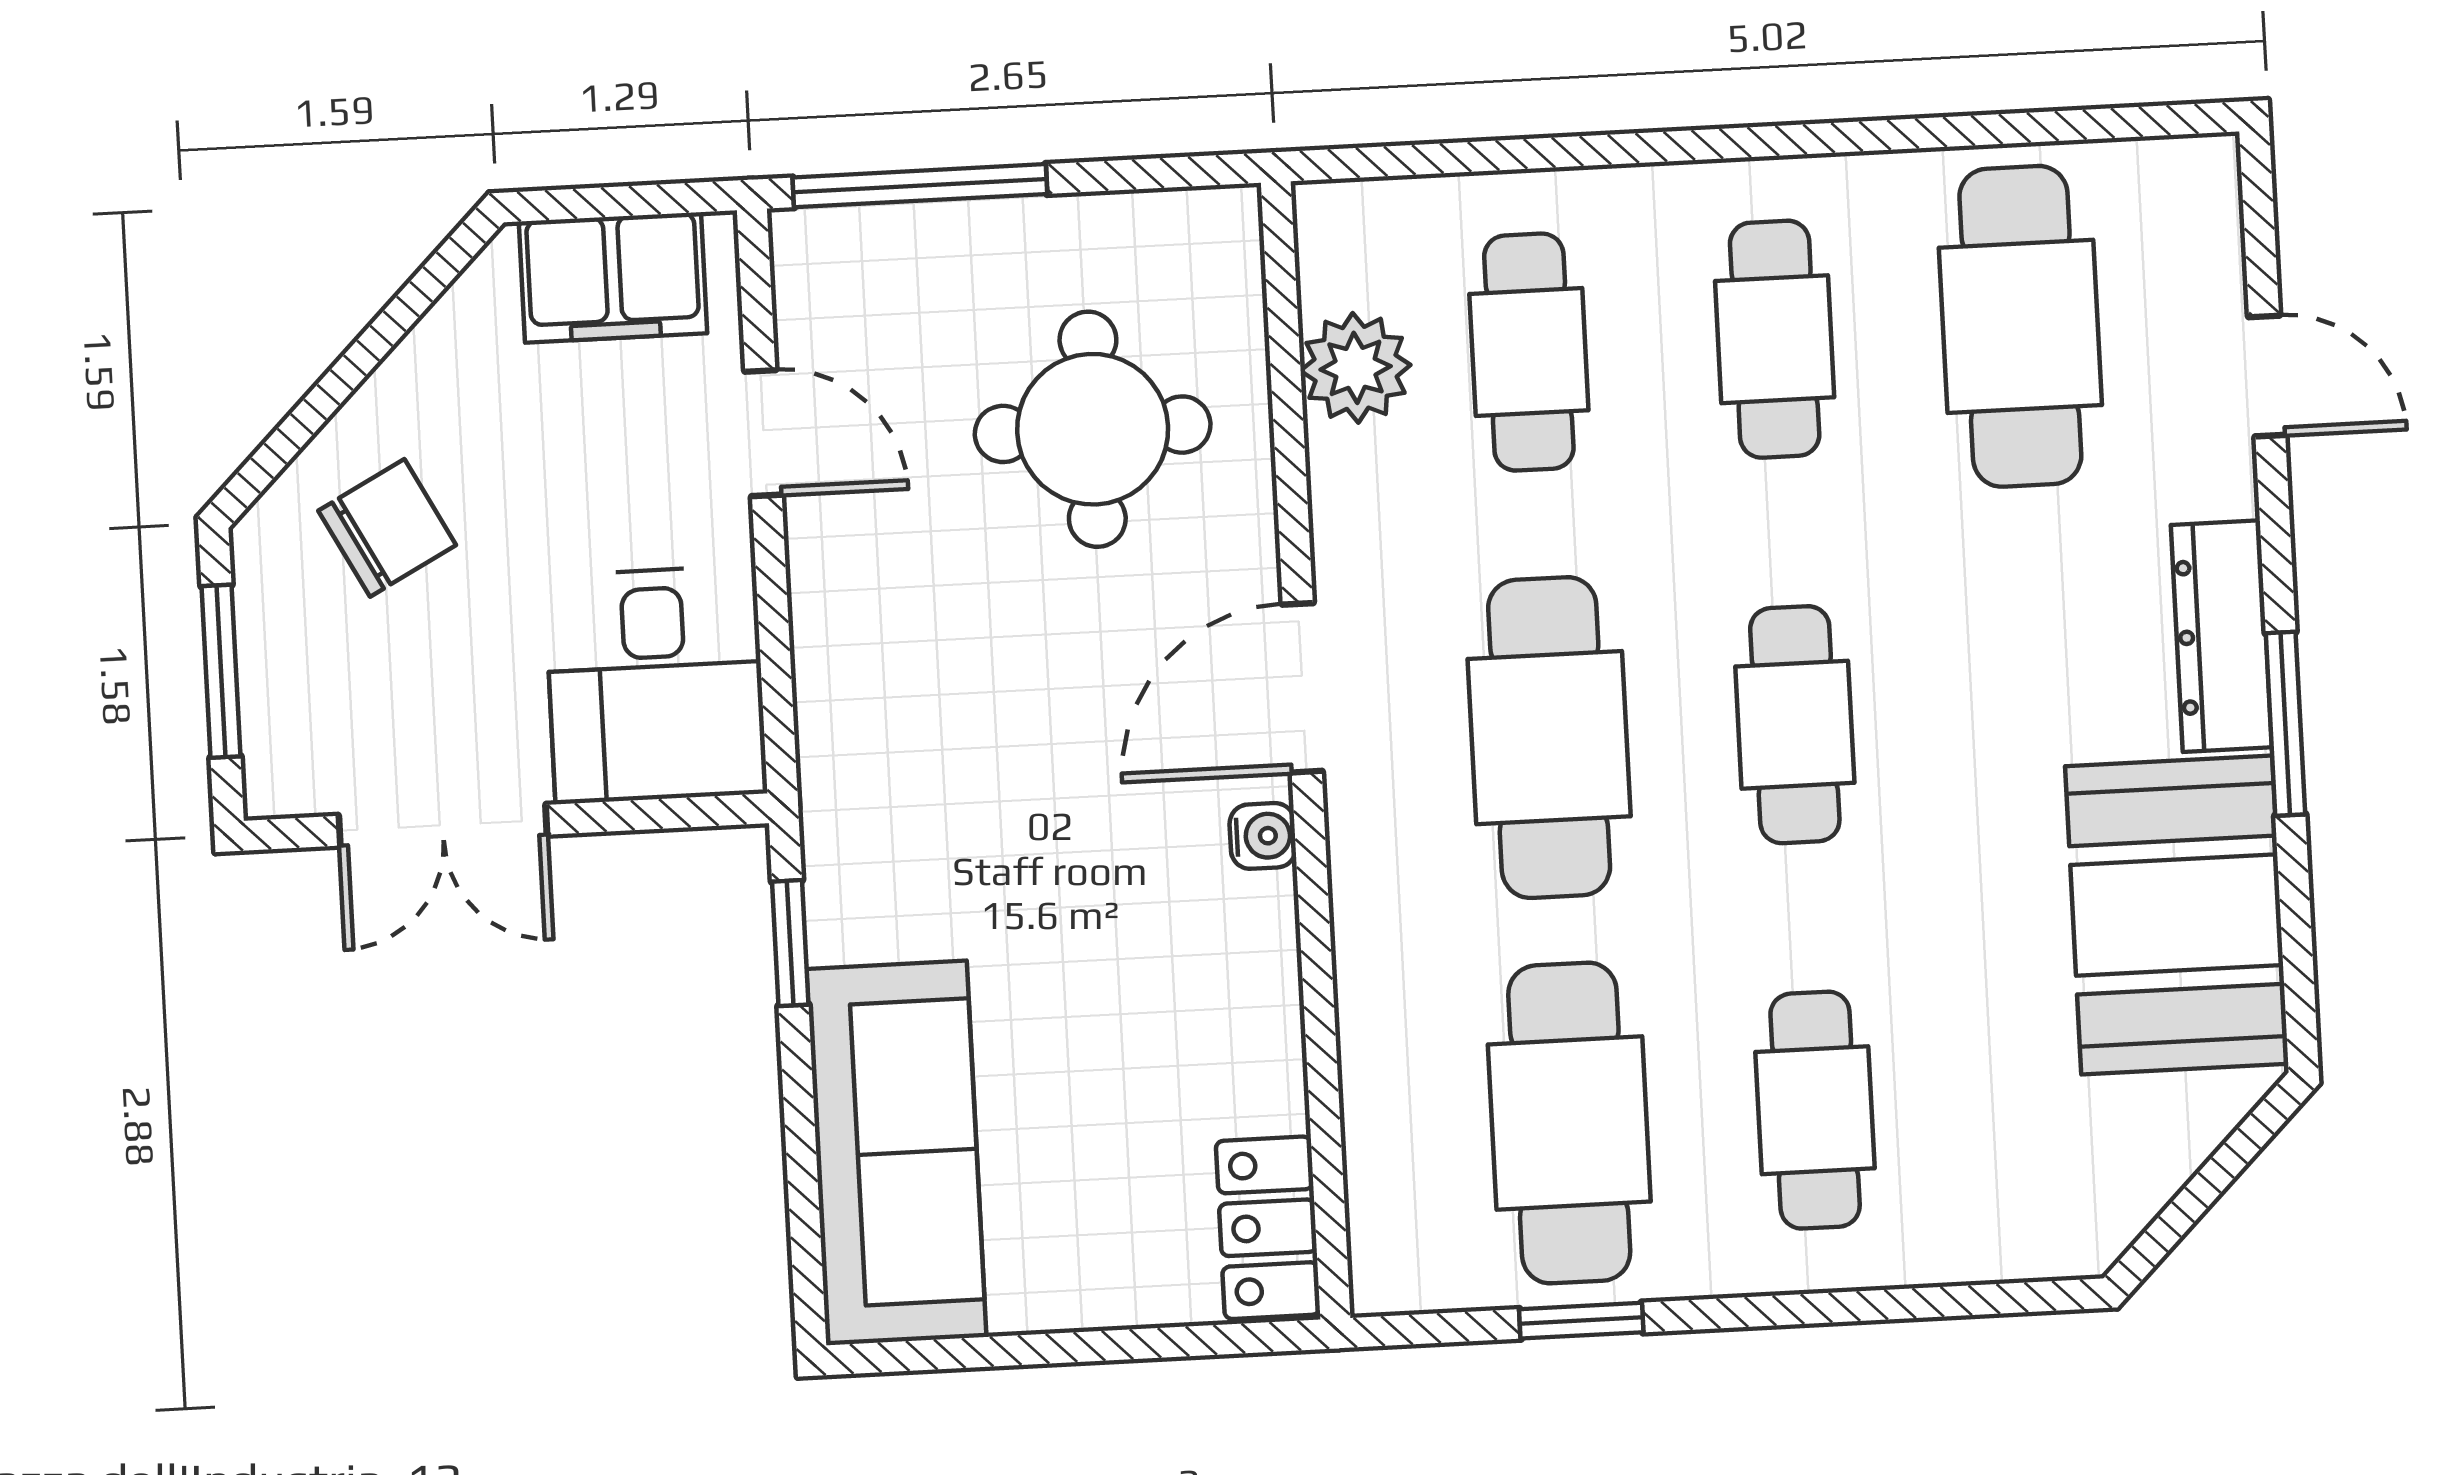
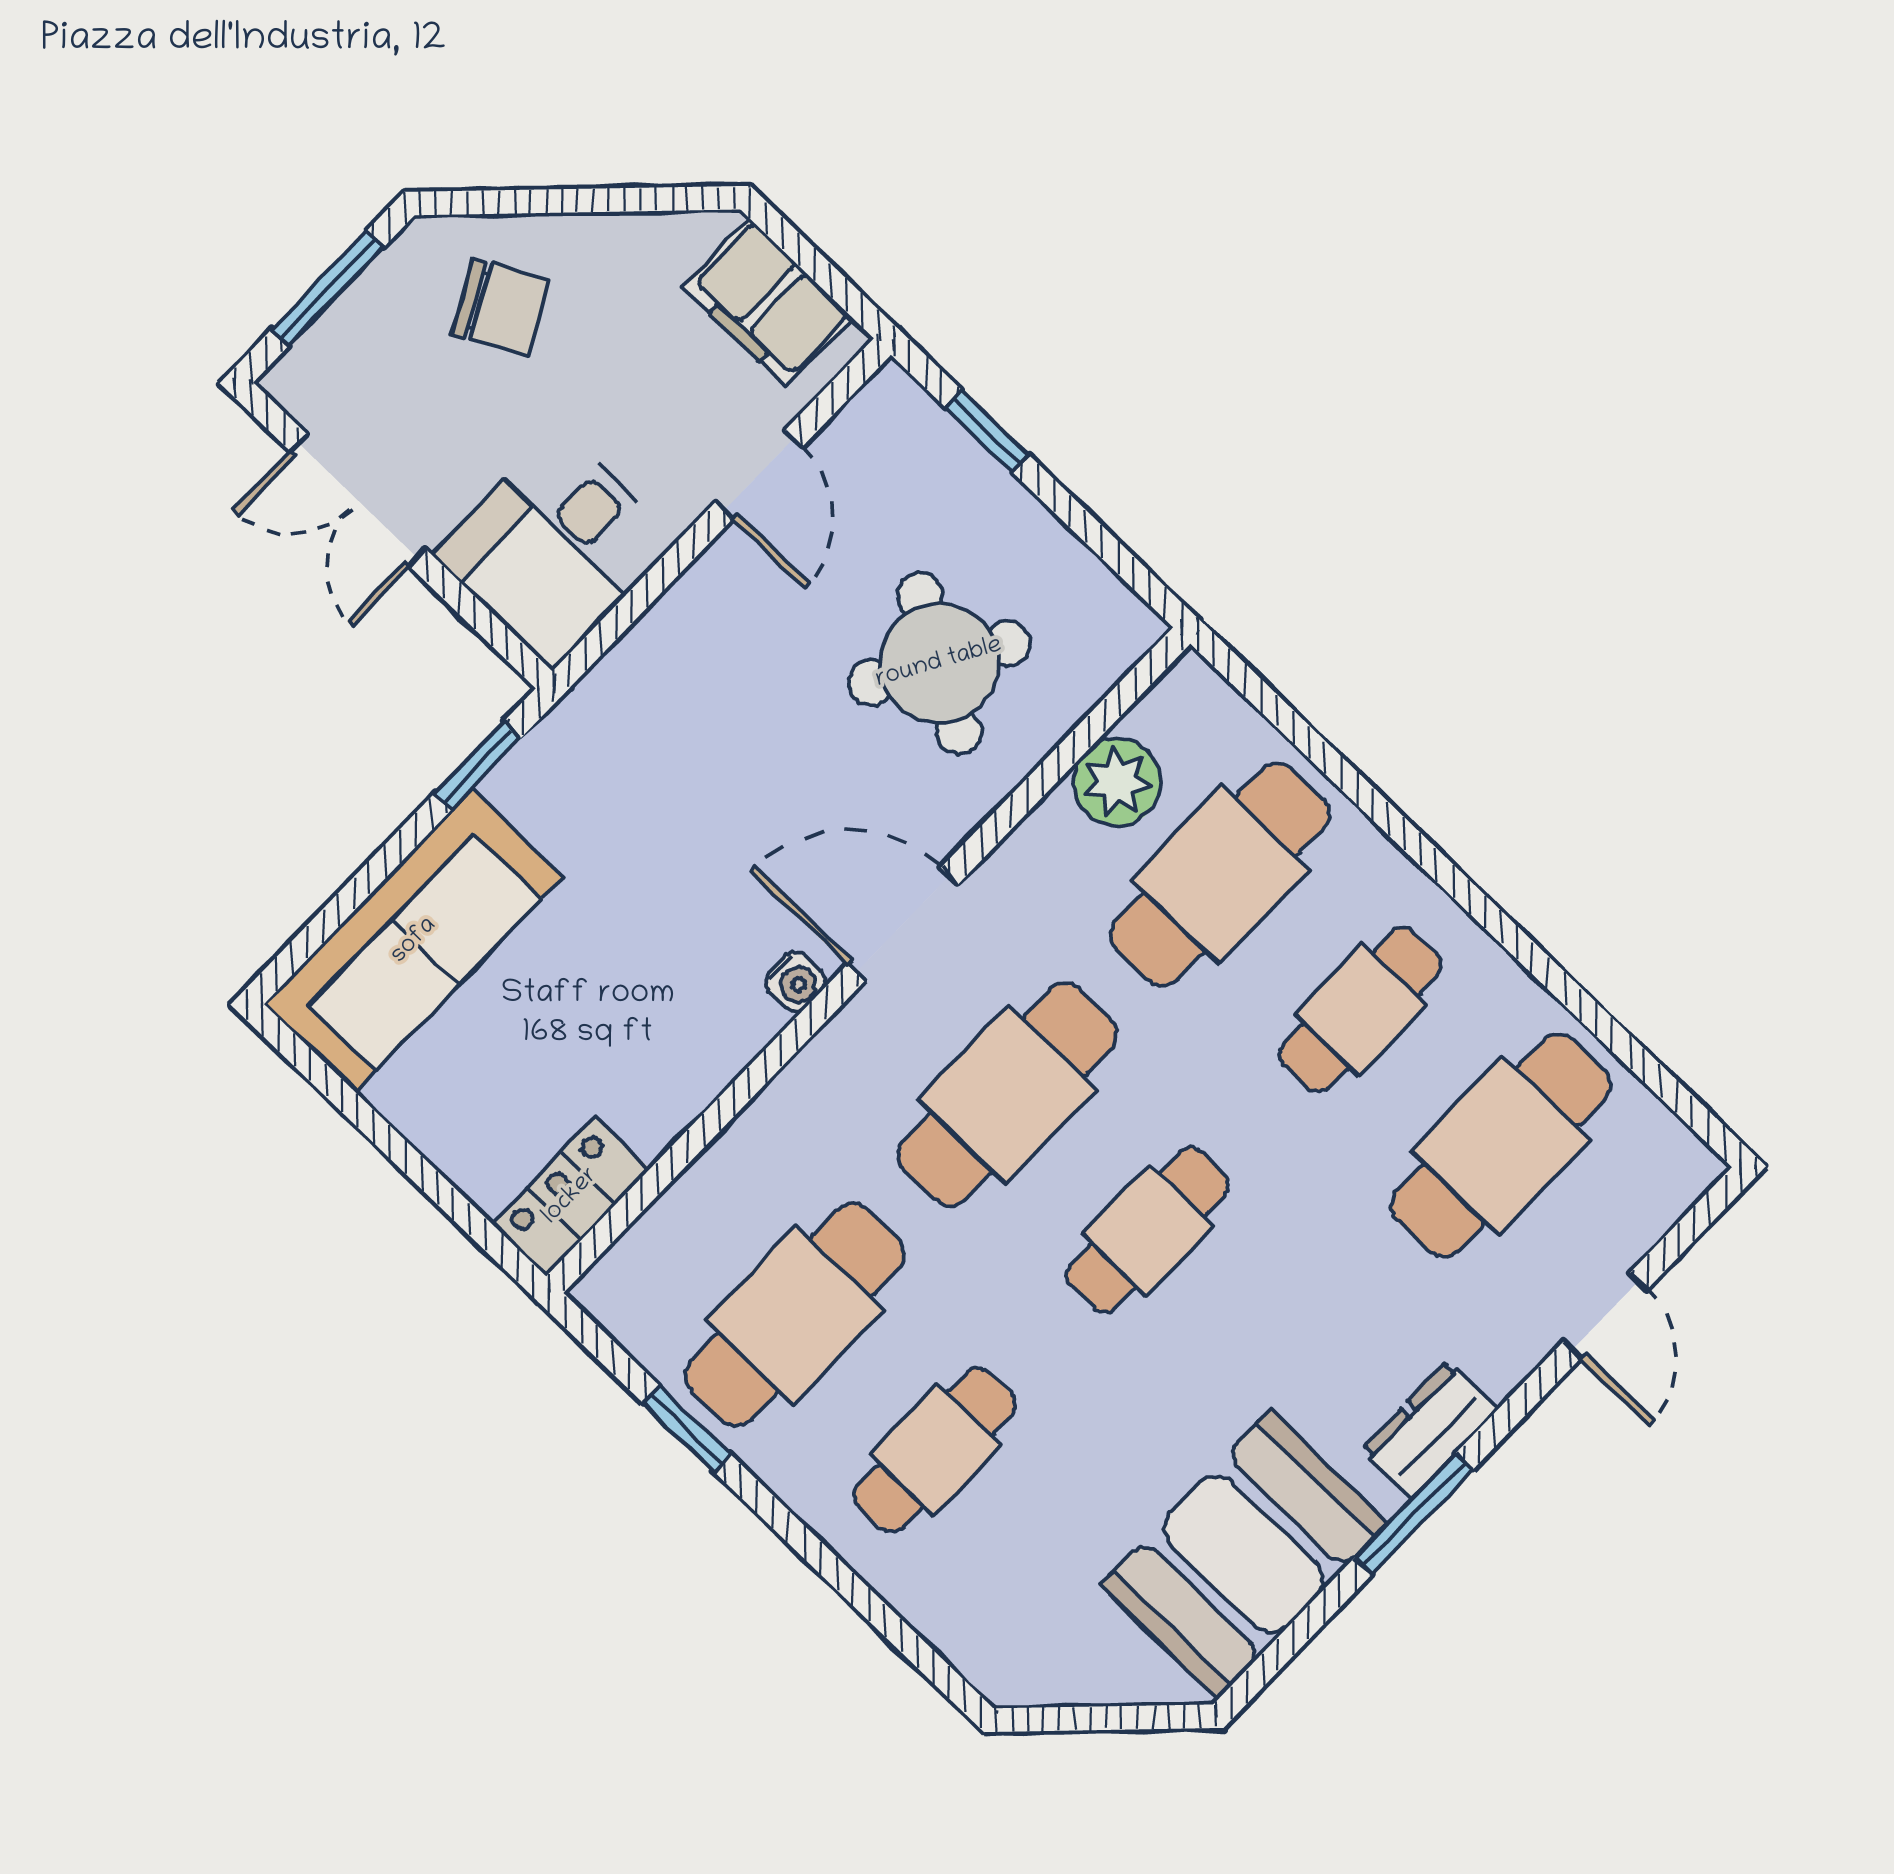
window: (920, 186) -> (987, 431), width x0.46
cafe table: (1529, 352) -> (1220, 874), width x1.37, depth x1.35
round table: (1093, 429) -> (939, 663), turned 30
dresser: (2221, 636) -> (1430, 1429), width x0.70

